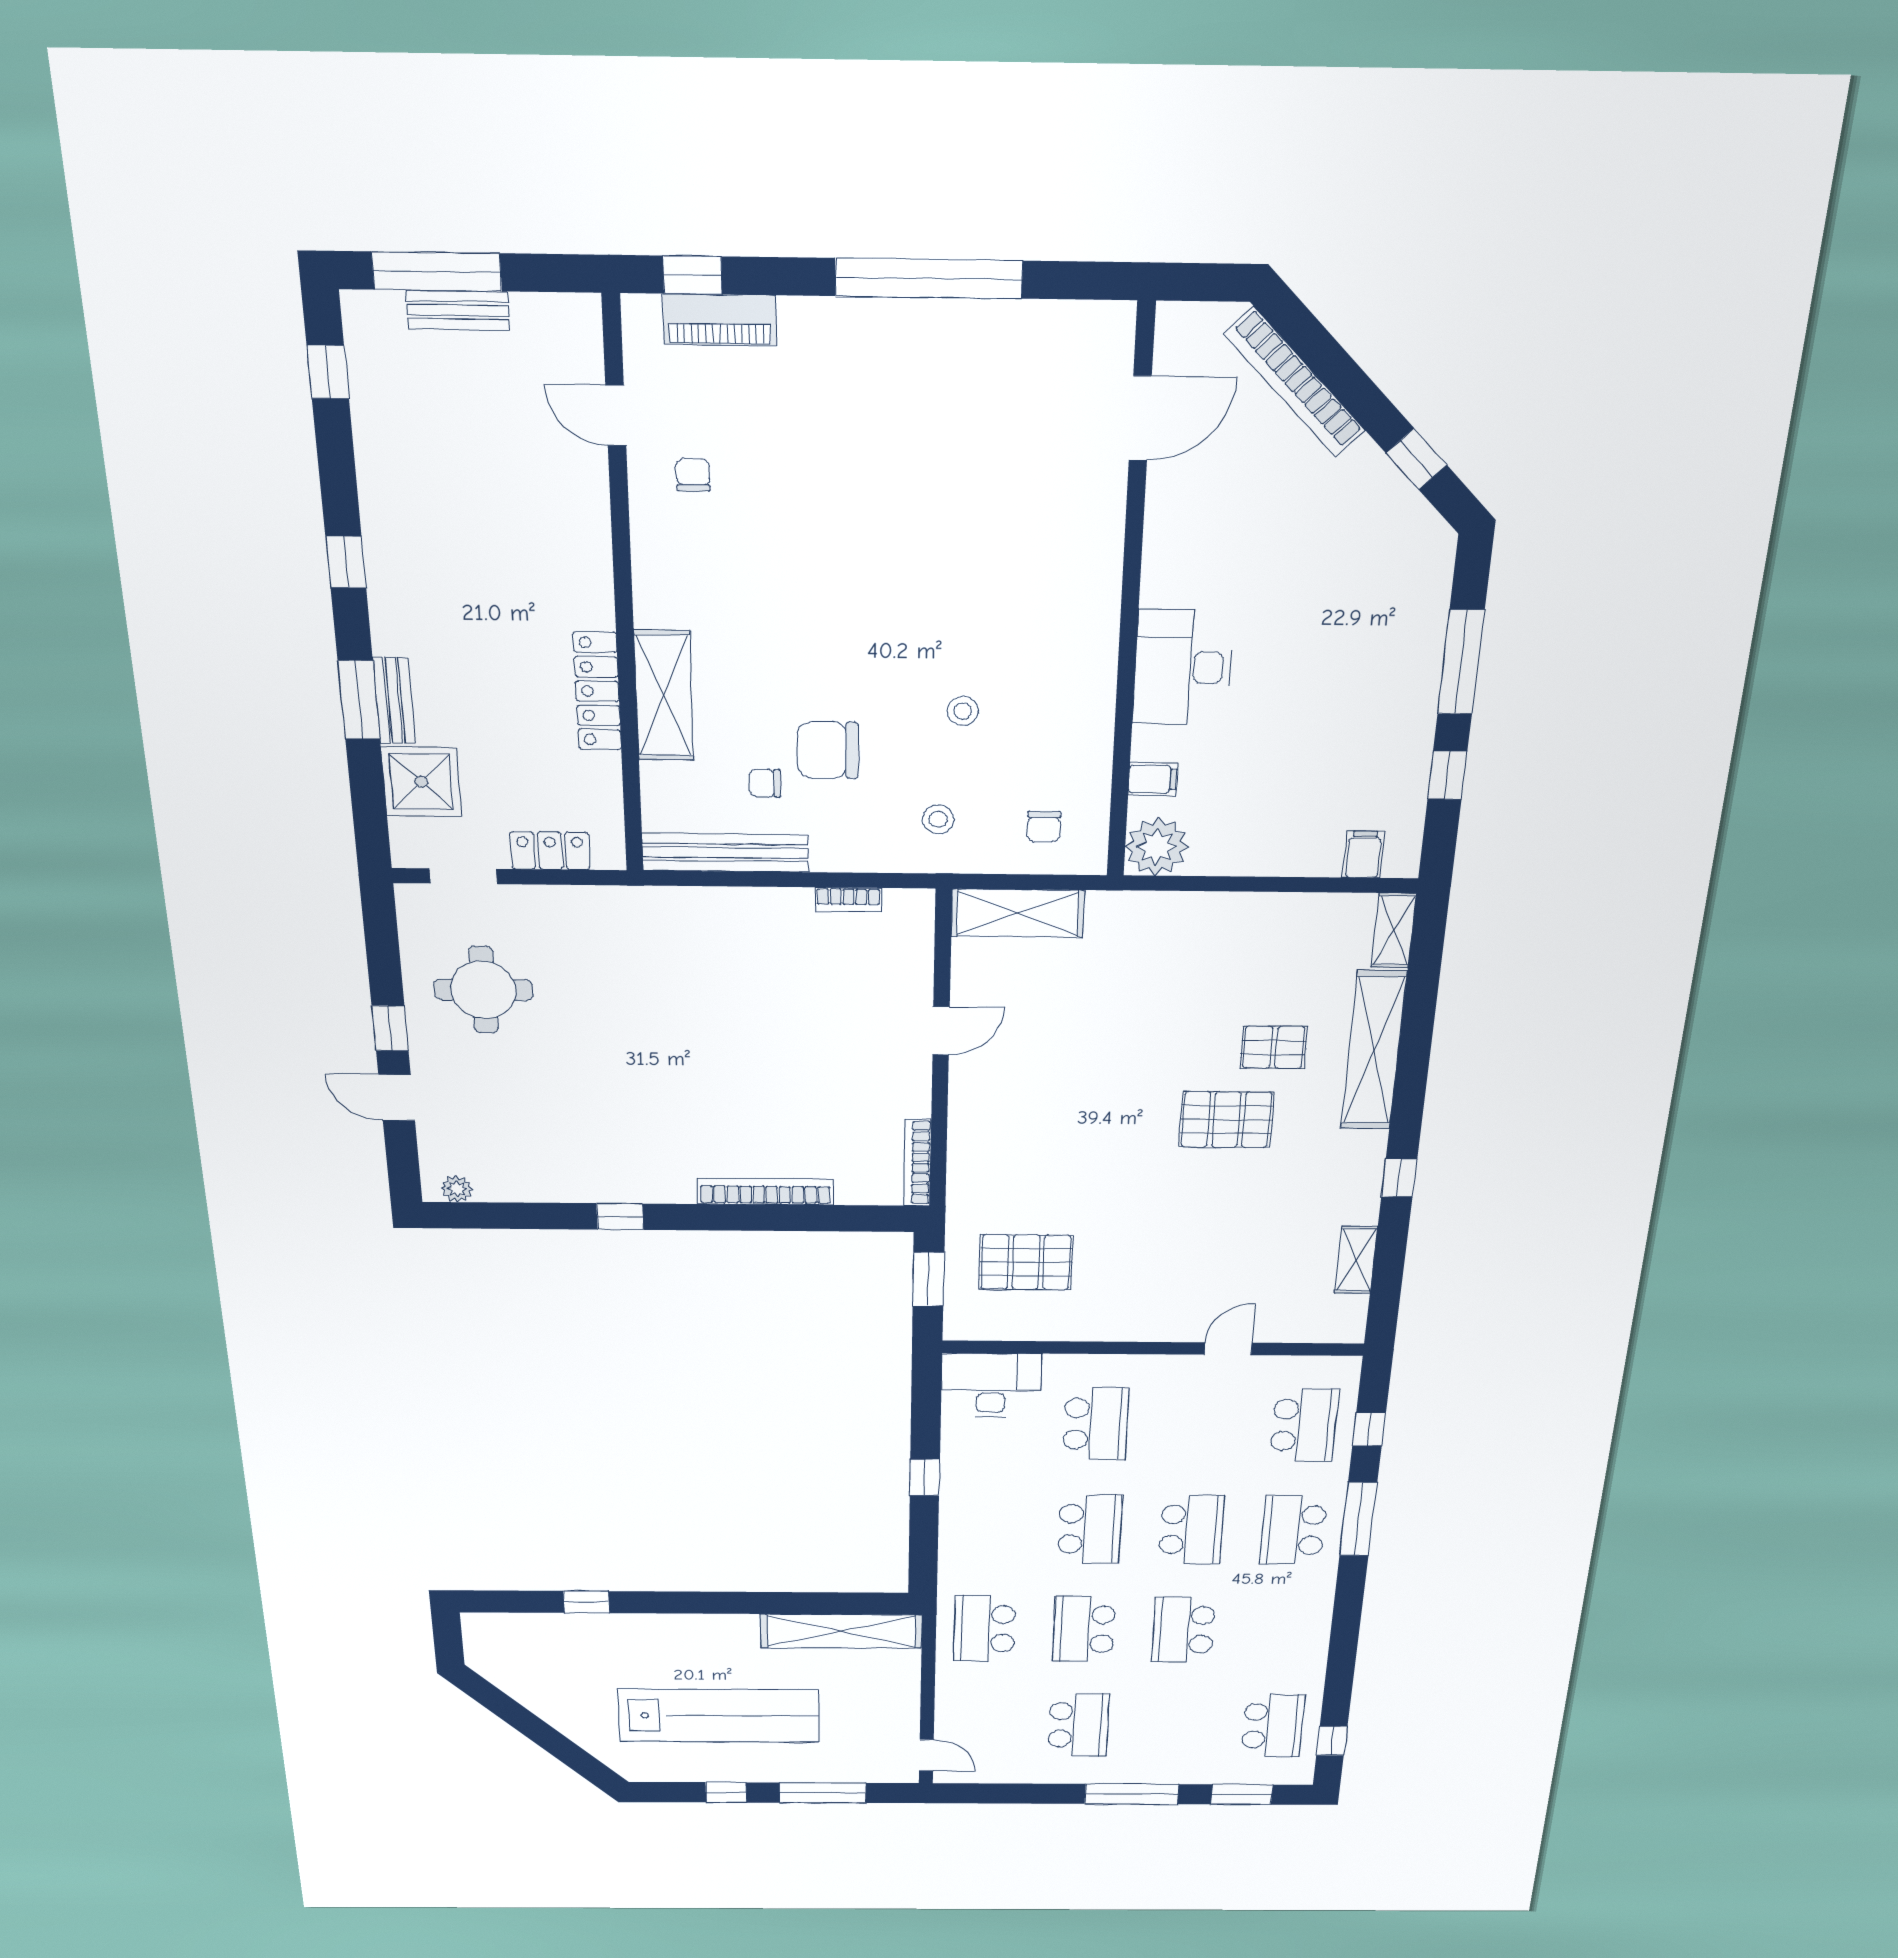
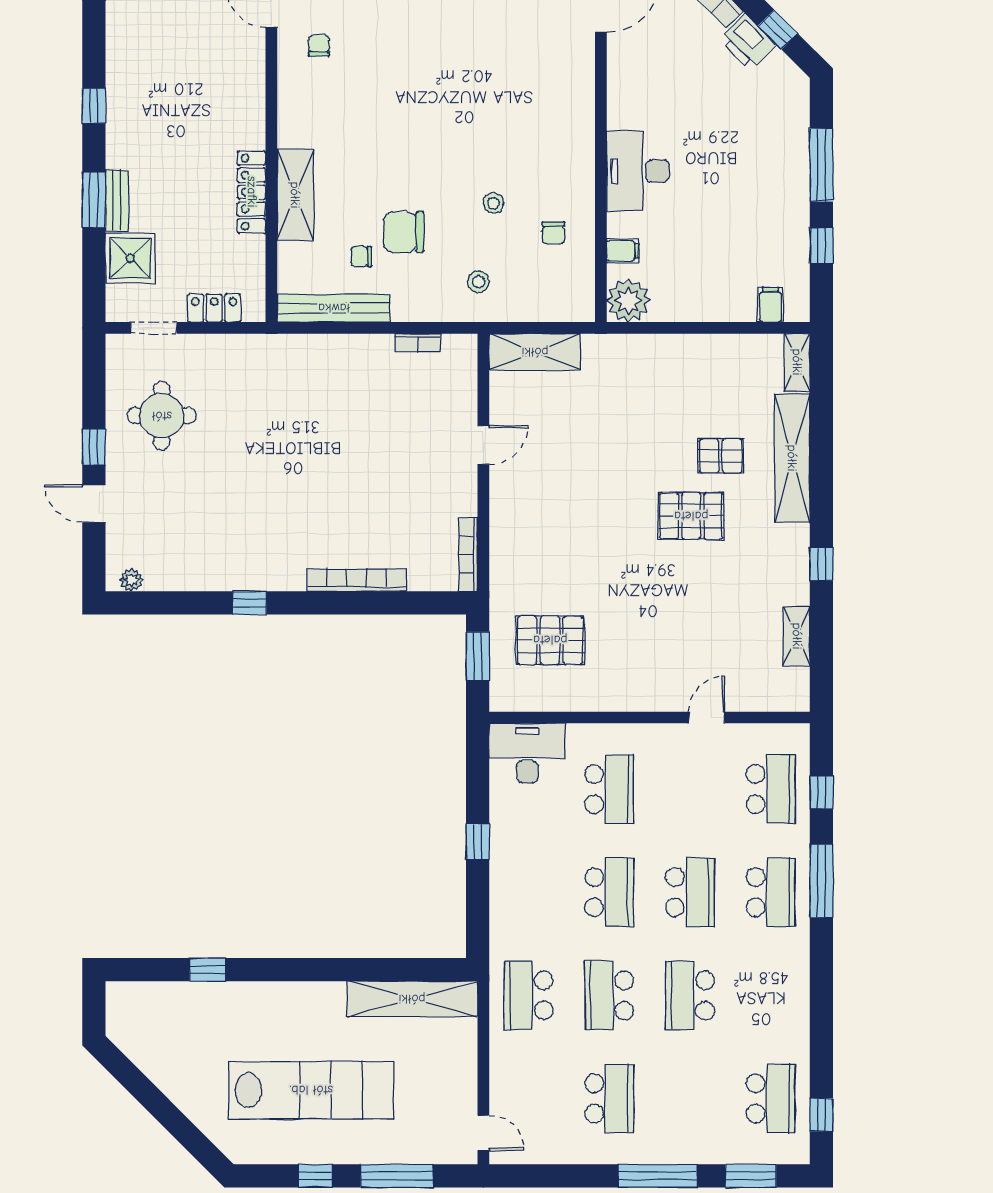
printer: (1368, 478) -> (748, 42), added
chair: (1044, 826) -> (553, 233), moved
school desk: (1293, 1530) -> (771, 892), turned 180

